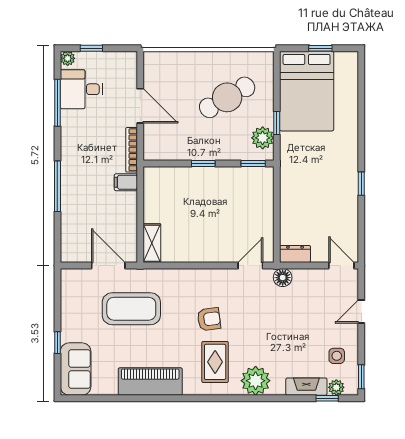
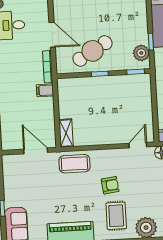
cafe table: (227, 97) -> (93, 51), moved
coffee table: (131, 309) -> (74, 164), moved, width x0.73, depth x0.76

